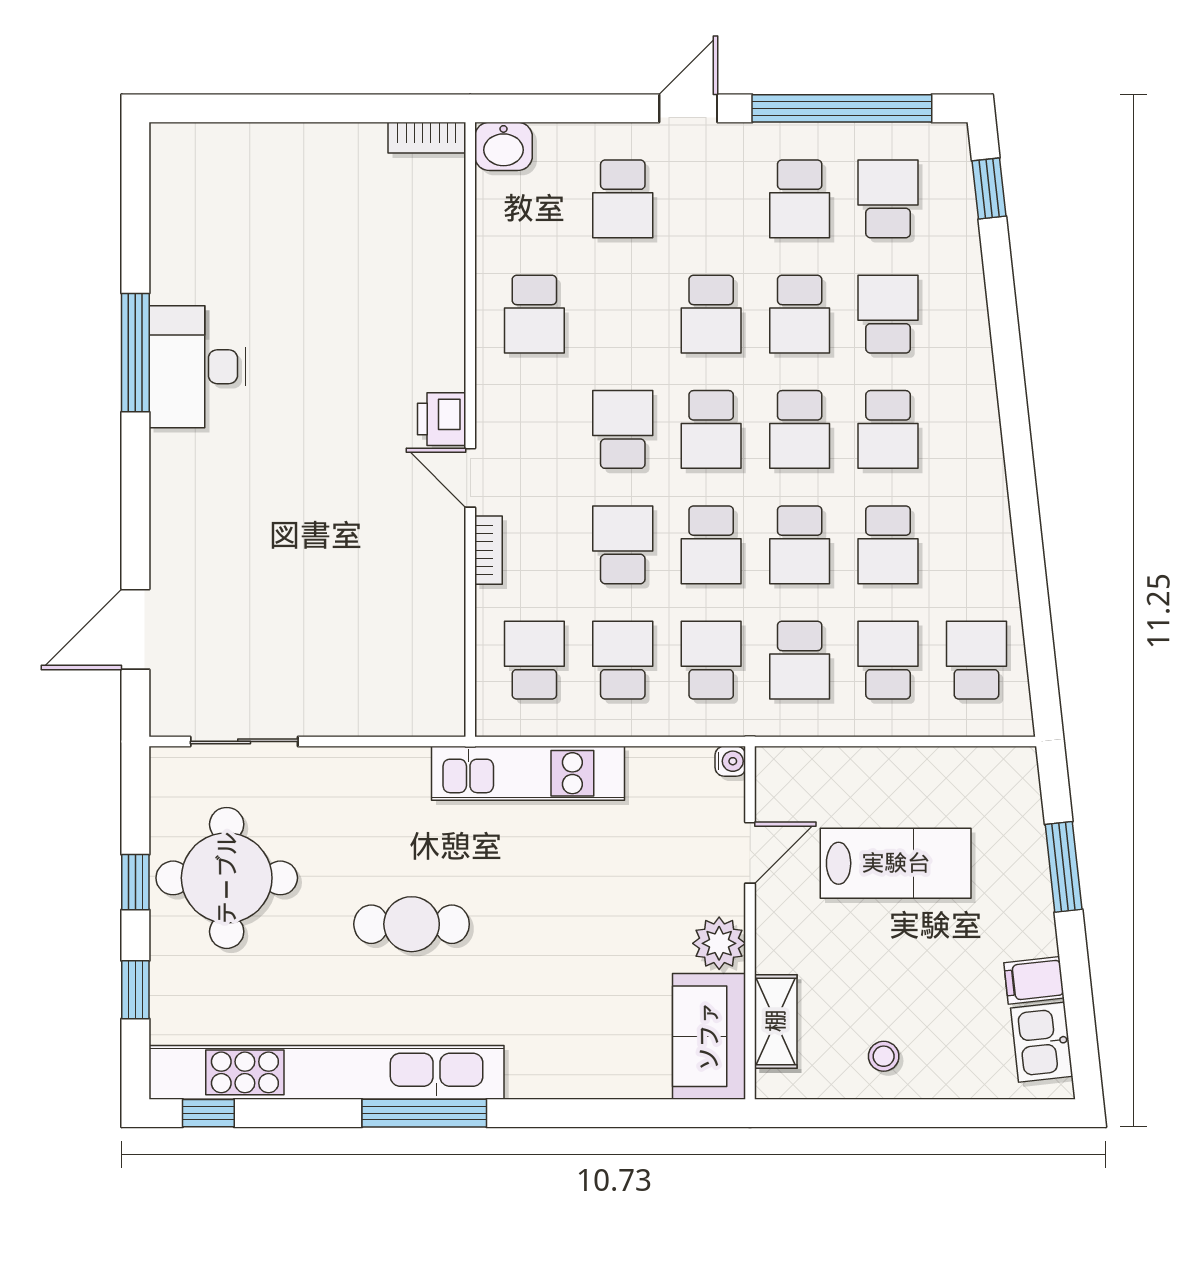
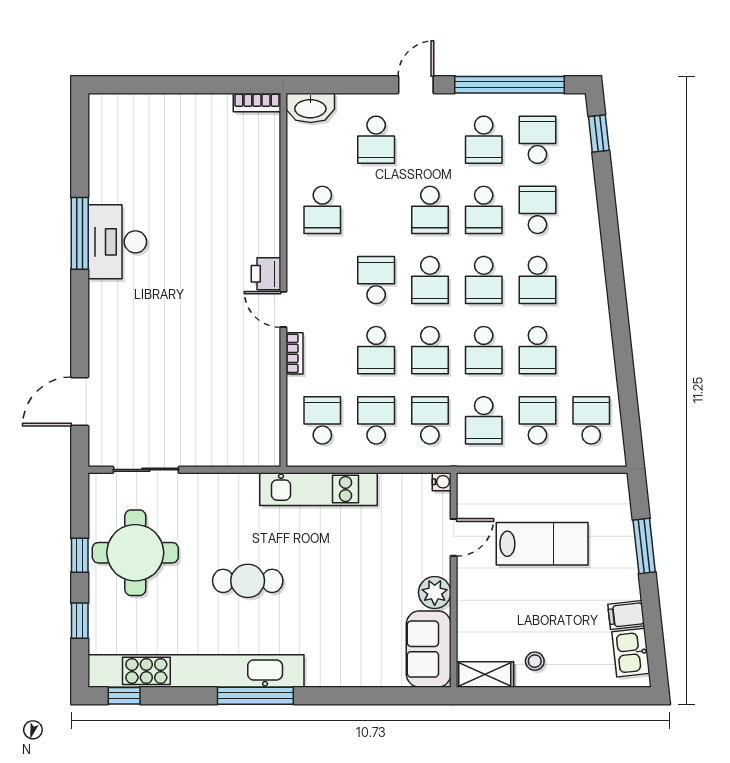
washbasin: (503, 146) -> (310, 108), width x1.38
school desk: (623, 545) -> (376, 350), turned 180
shelving: (776, 1021) -> (485, 675), moved, turned 90

